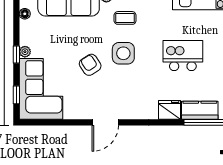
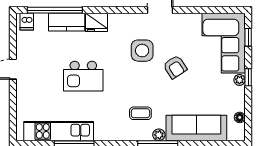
side table: (123, 53) -> (142, 51), moved

